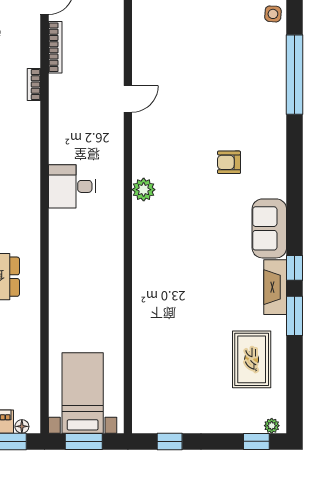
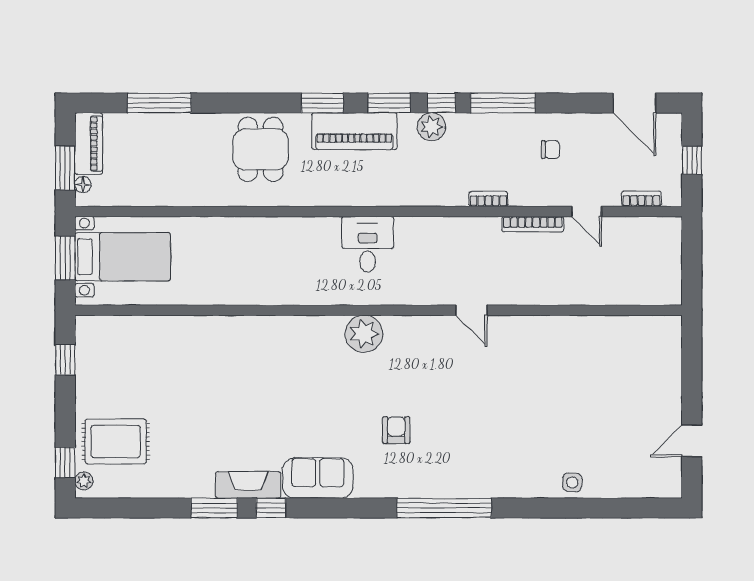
window: (295, 75) -> (444, 508), moved
plant: (144, 190) -> (364, 334), width x1.36, depth x1.36
rug: (252, 359) -> (116, 441), moved

